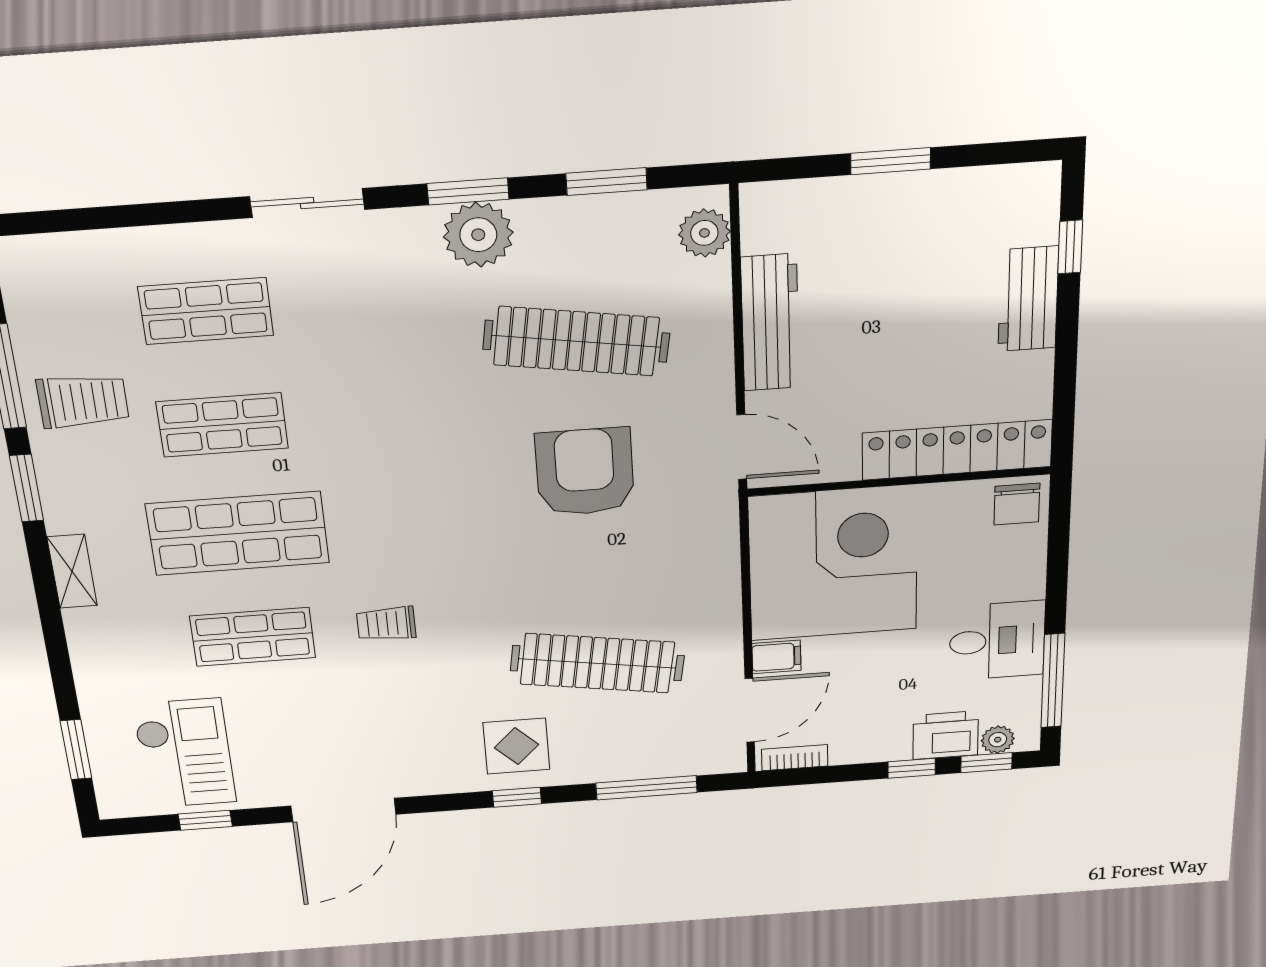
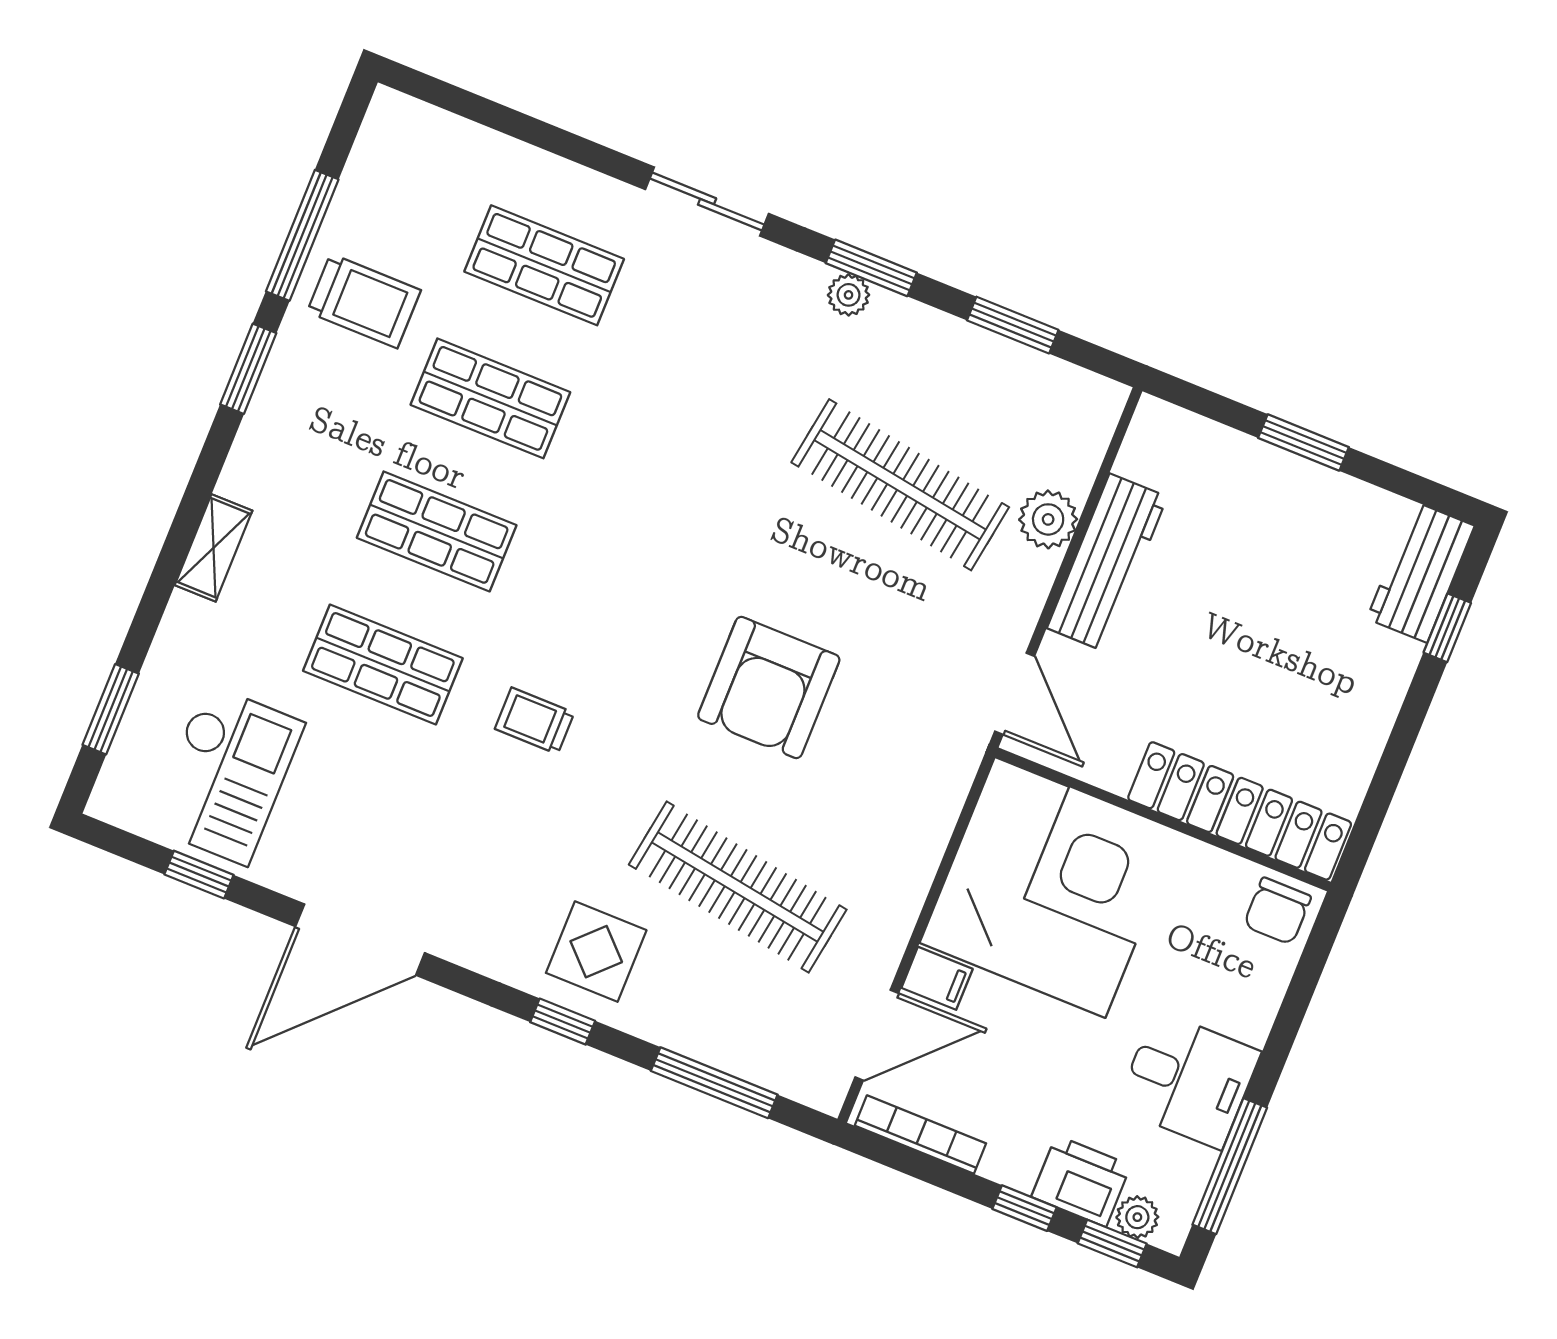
plant: (704, 233) -> (1048, 519), moved
plant: (478, 235) -> (849, 295), width x0.53, depth x0.53
workbench: (1028, 299) -> (1421, 572), moved
armchair: (585, 472) -> (769, 687), moved, turned 180
shop shelf: (238, 533) -> (437, 531), width x0.70, depth x0.74
shelving: (72, 571) -> (214, 548), moved
bookcase: (795, 758) -> (920, 1135), width x1.56

